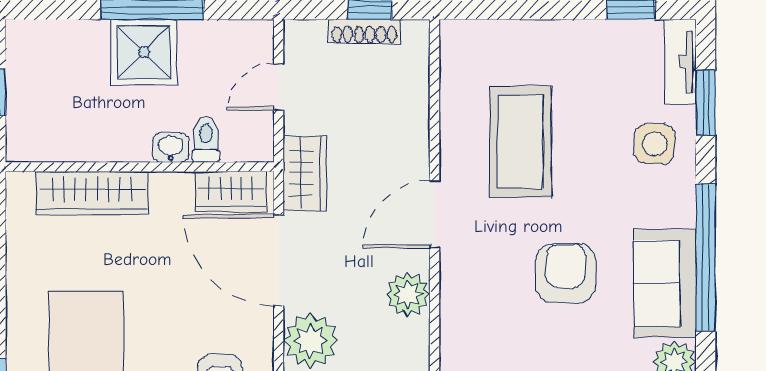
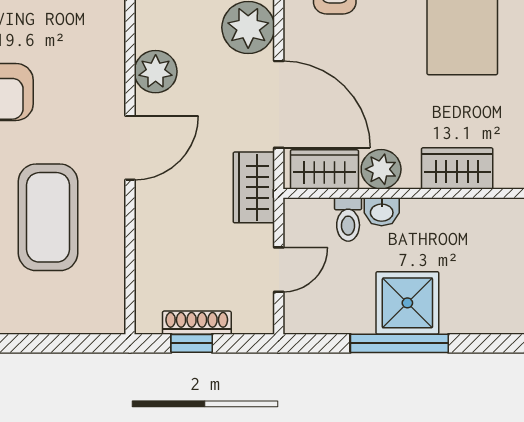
plant: (171, 192) -> (381, 169), added
wardrobe: (92, 193) -> (457, 168), width x0.67

